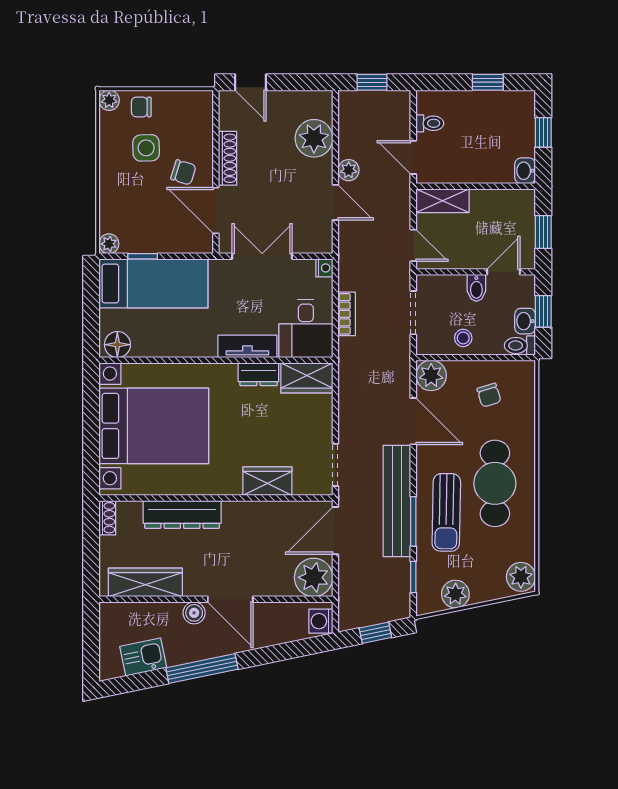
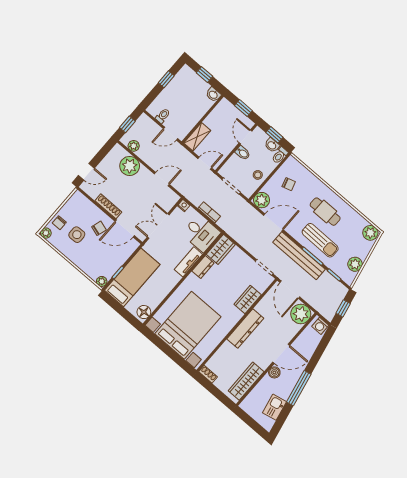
plant: (349, 170) -> (134, 146), moved
cafe table: (495, 483) -> (325, 212), width x0.73, depth x0.74
dresser: (182, 514) -> (245, 329), moved

